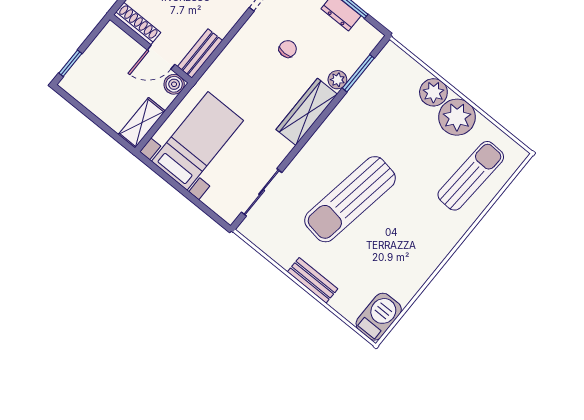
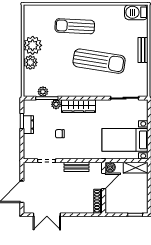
bench: (200, 54) -> (76, 167), moved
door: (161, 57) -> (104, 181), hinge flipped
plant: (373, 75) -> (43, 92), added
sun lounger: (471, 176) -> (75, 26), moved

